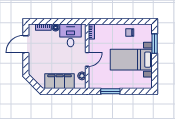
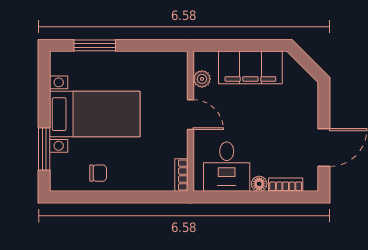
door: (87, 59) -> (191, 115), swing flipped
window: (110, 91) -> (95, 45), moved

